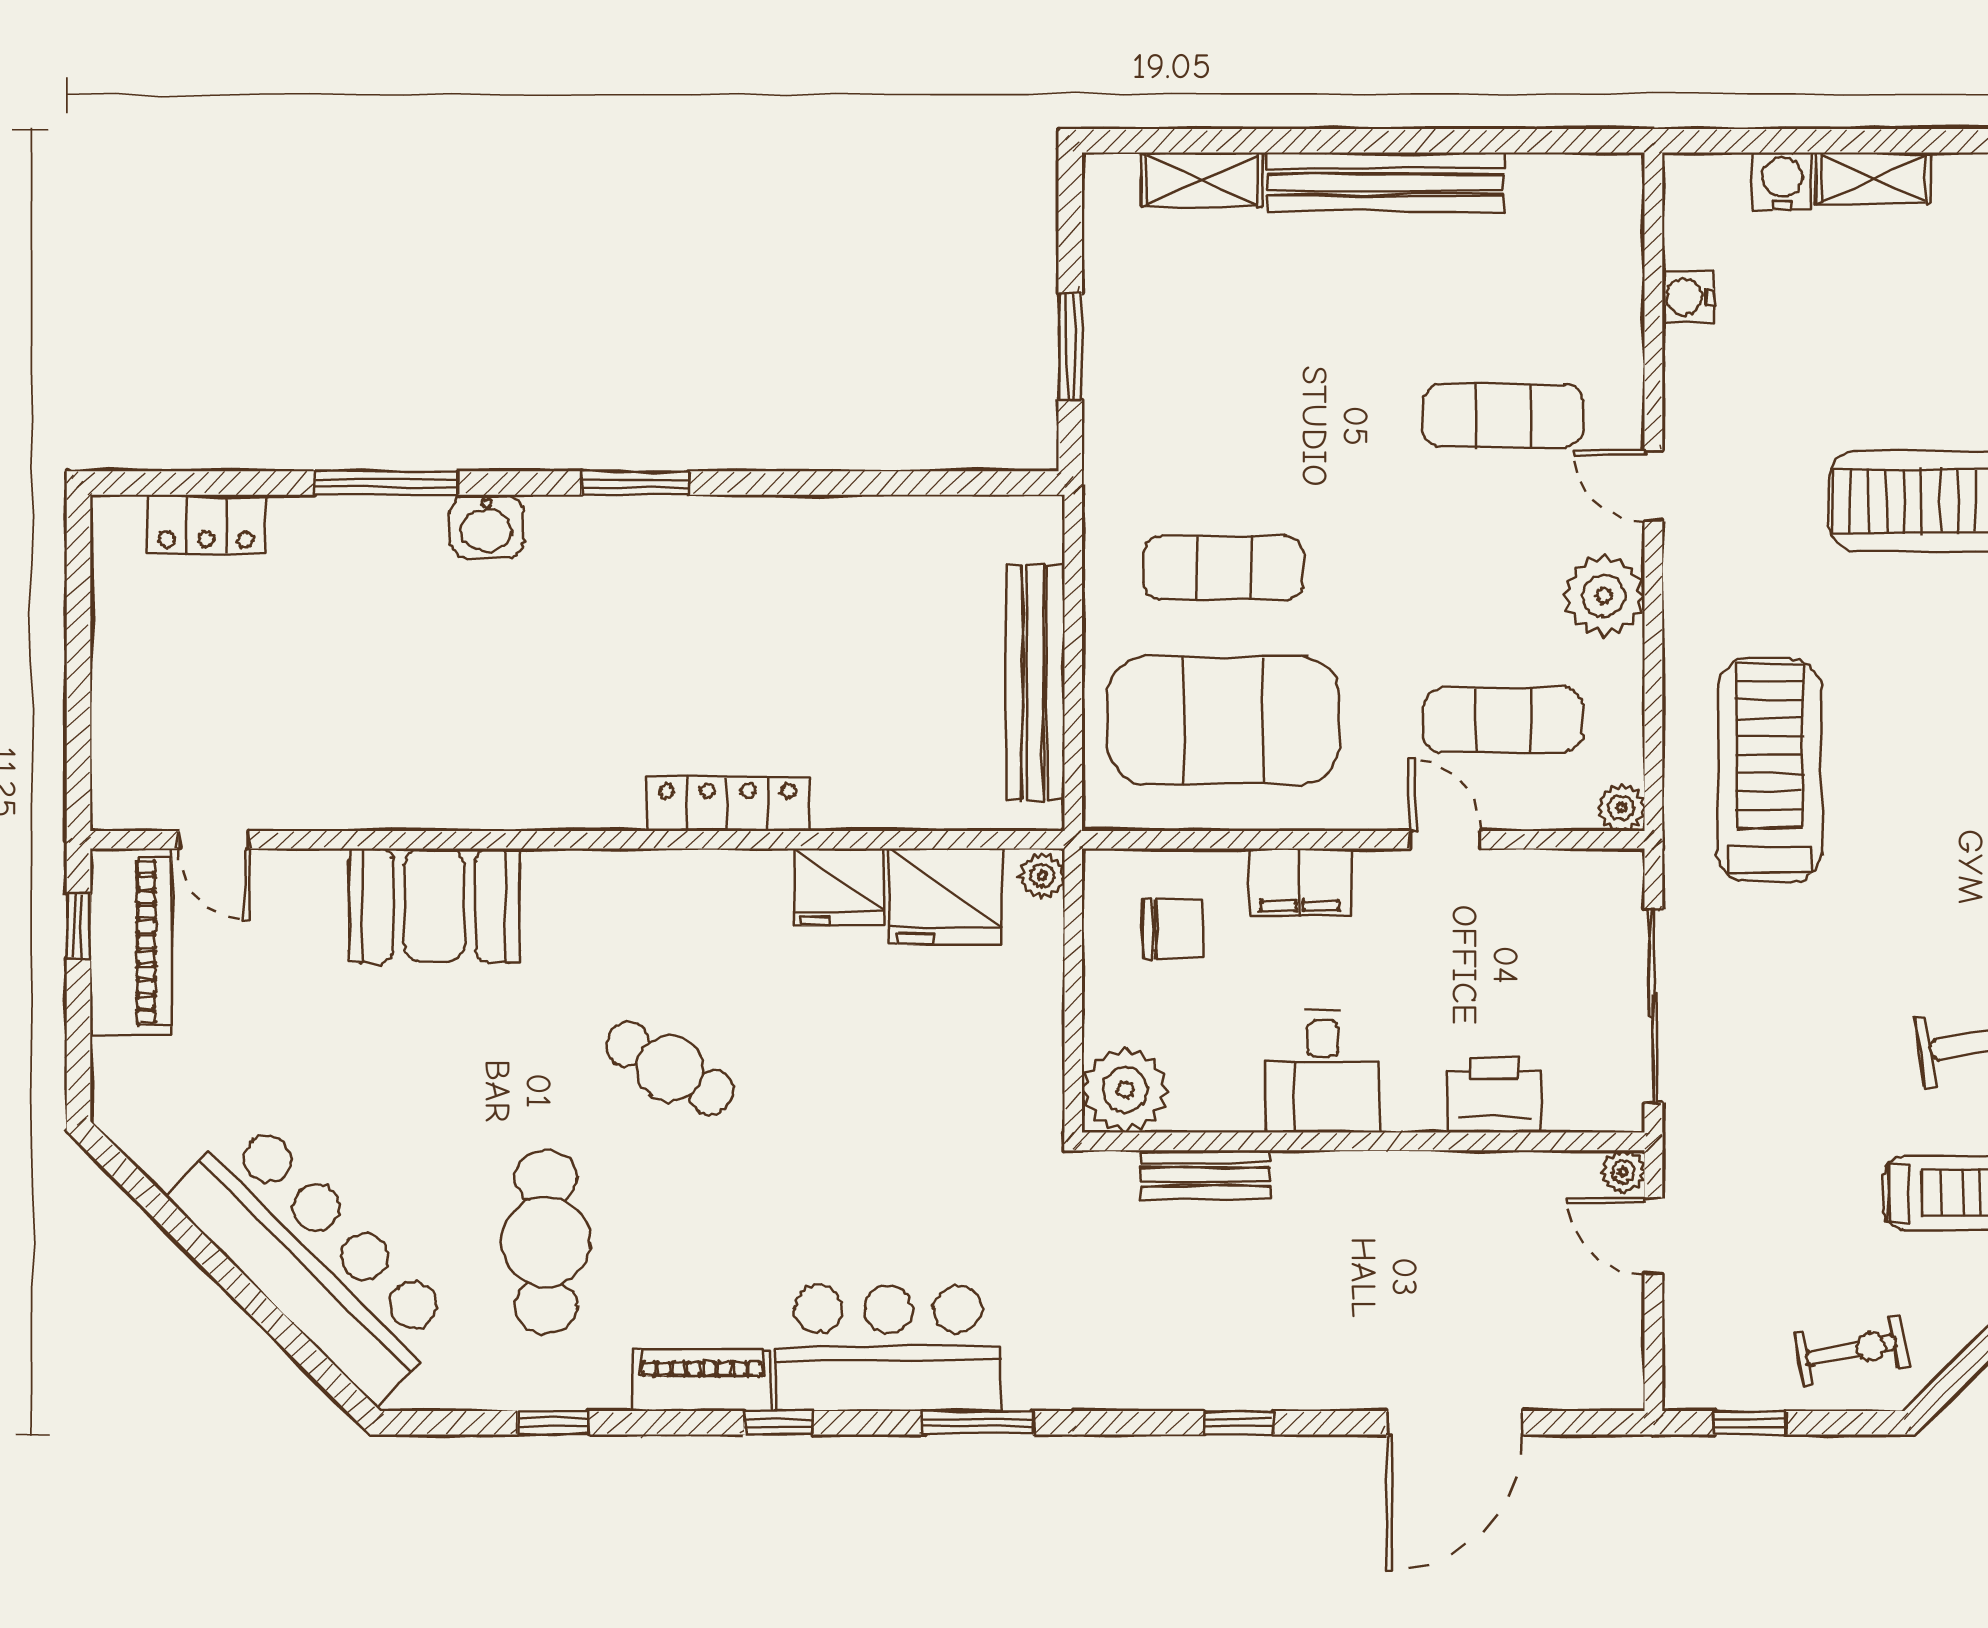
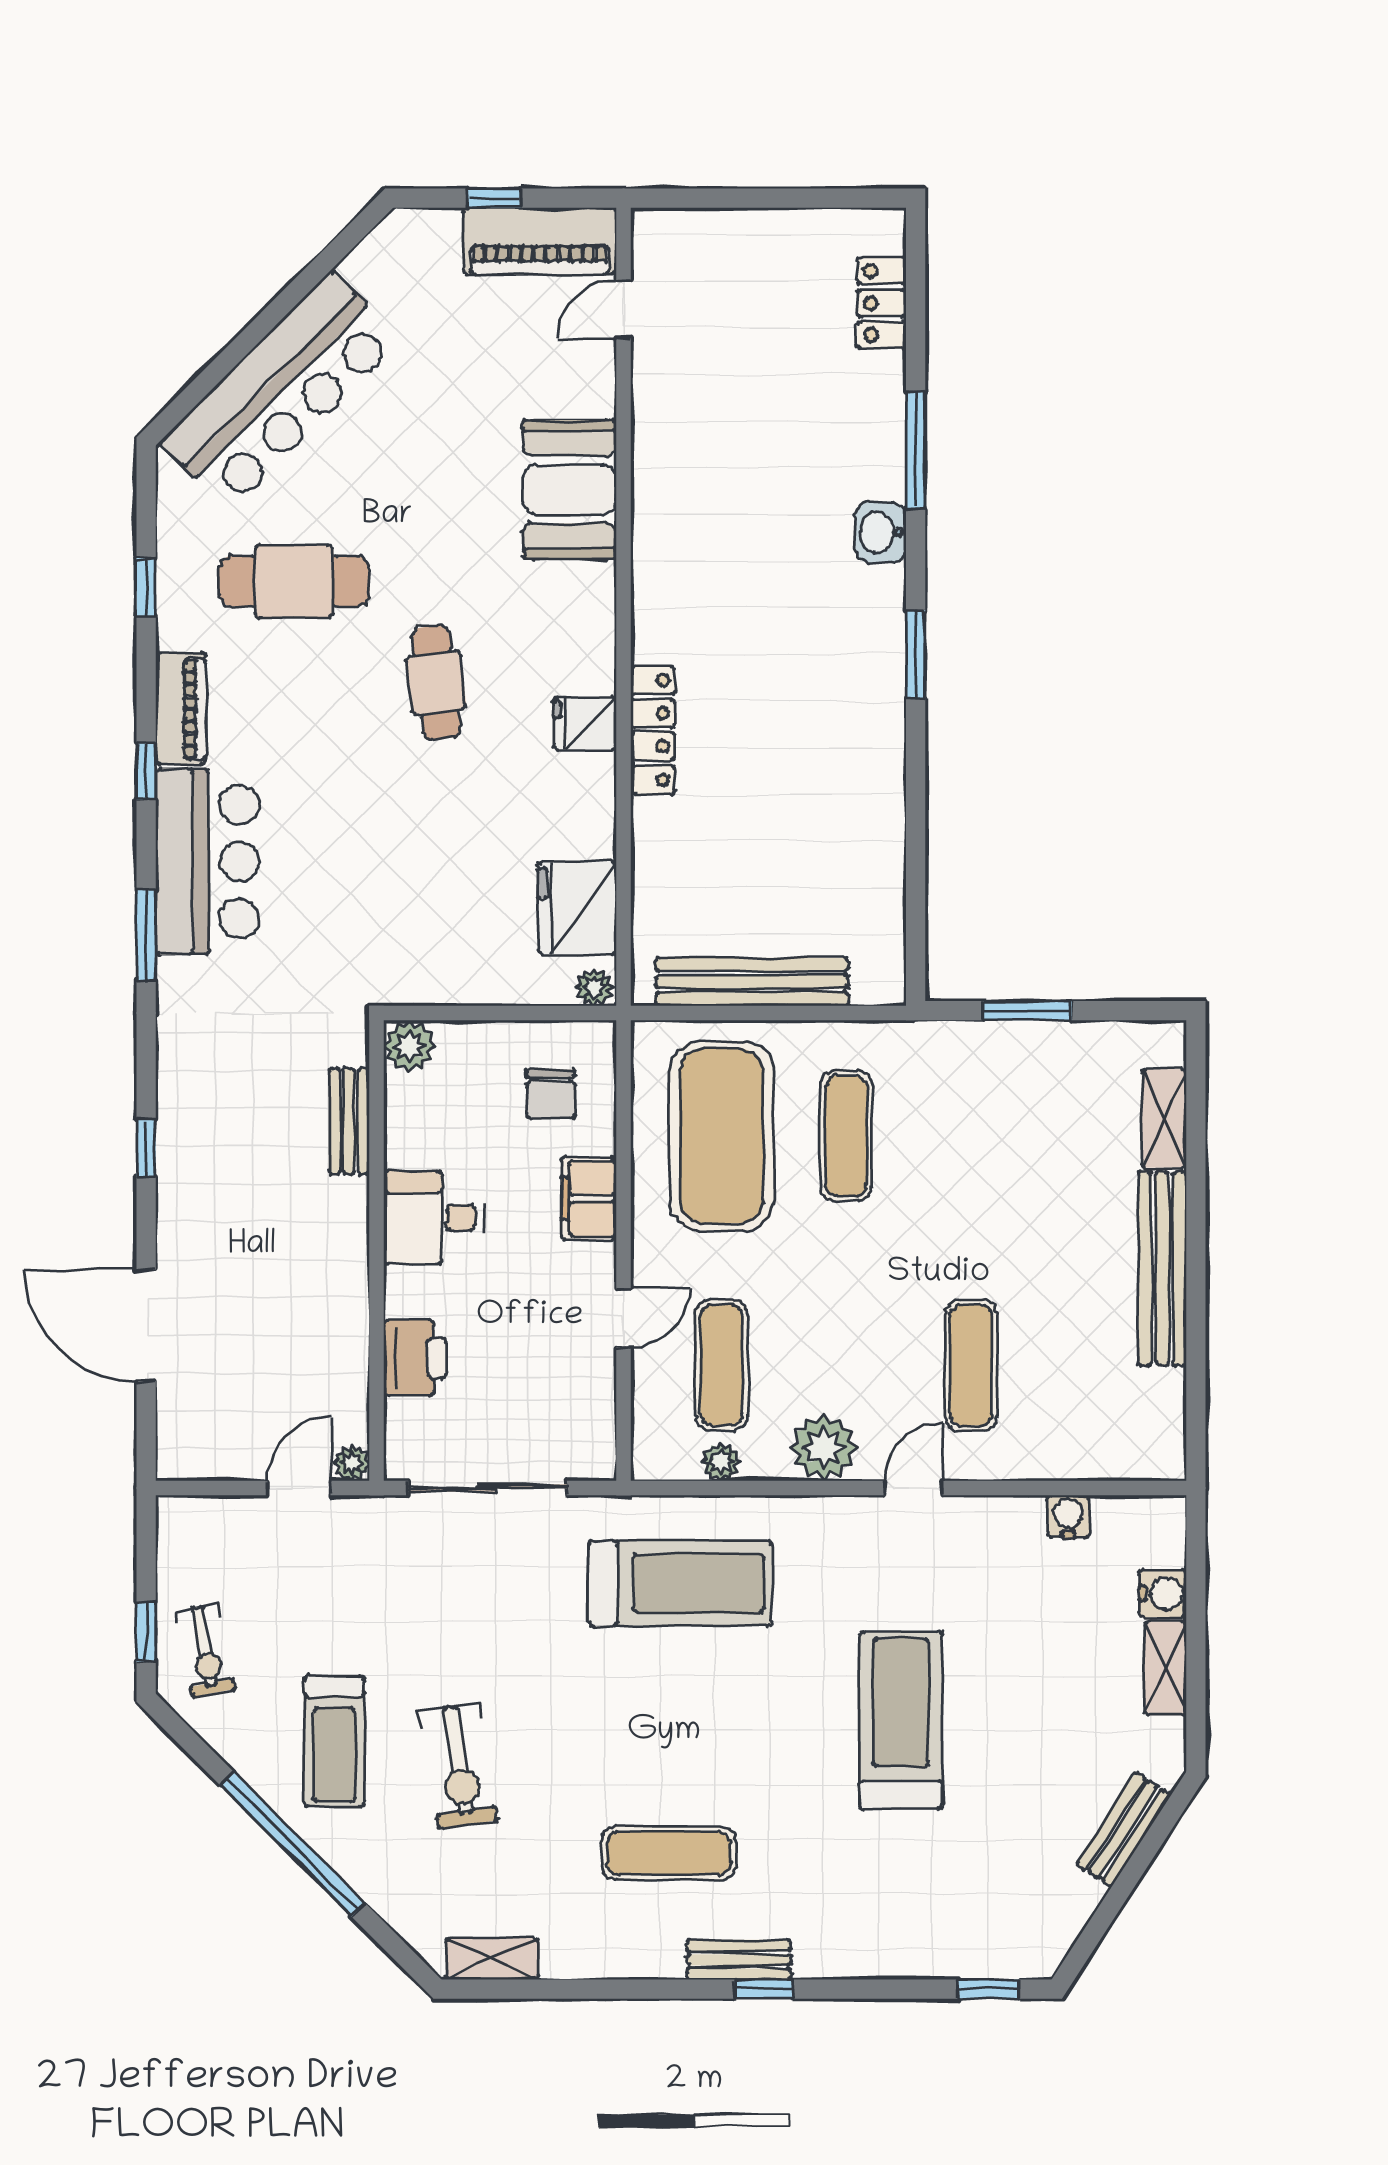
plant: (1621, 808) -> (721, 1462), moved
fridge: (839, 887) -> (585, 723), moved, width x0.72
window: (78, 926) -> (494, 198), moved
cafe table: (670, 1068) -> (436, 682), turned -37
plant: (1125, 1090) -> (409, 1046), width x0.73, depth x0.73
window: (1750, 1423) -> (146, 1632), moved

